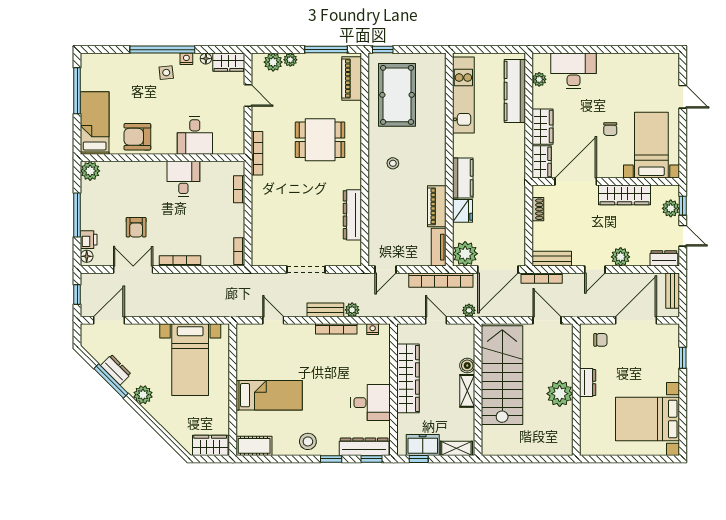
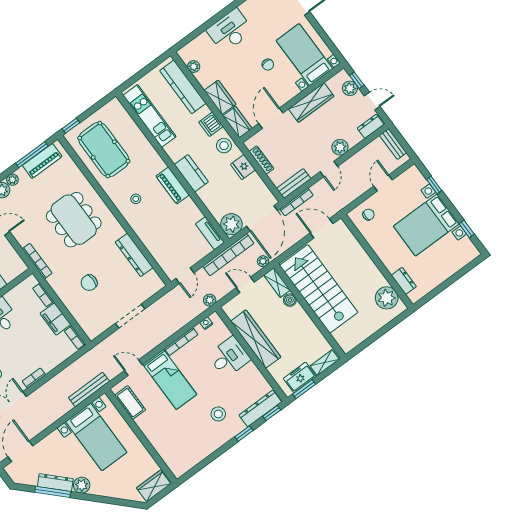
desk: (574, 71) -> (230, 31), moved
piano: (352, 78) -> (42, 161), moved, turned -90
dining table: (320, 140) -> (74, 220), width x1.38
dishwasher: (515, 145) -> (211, 124), added
stool: (513, 175) -> (224, 146), added
door: (576, 182) -> (271, 118), width x0.73
piano: (437, 206) -> (173, 186), moved
shoe rack: (538, 209) -> (261, 160), width x1.43
chair: (291, 210) -> (89, 283), added
fridge: (462, 211) -> (243, 167), moved, turned 180
filing cabinet: (234, 220) -> (55, 319), added
bookcase: (180, 261) -> (34, 378), width x0.64
bench: (325, 310) -> (89, 389), moved, width x1.36
plant: (352, 310) -> (210, 300), moved
door: (636, 320) -> (383, 183), width x0.53
dresser: (116, 370) -> (55, 483), width x1.44
dresser: (588, 383) -> (404, 281), moved
shelving: (467, 391) -> (277, 283), moved
plant: (560, 394) -> (387, 298), moved
bed: (269, 395) -> (170, 379), moved, turned 90
desk: (371, 403) -> (229, 357), moved
bed with nightstands: (648, 419) -> (426, 225), moved
window: (683, 421) -> (467, 229), added
stool: (308, 441) -> (218, 414), moved
cot: (254, 446) -> (130, 403), moved, turned 90
window: (419, 459) -> (304, 389), width x1.50

